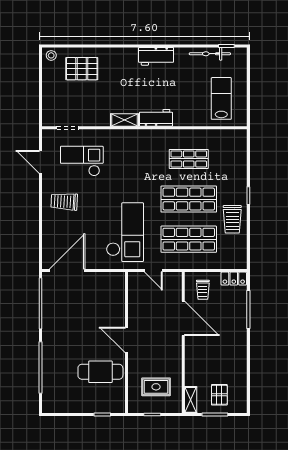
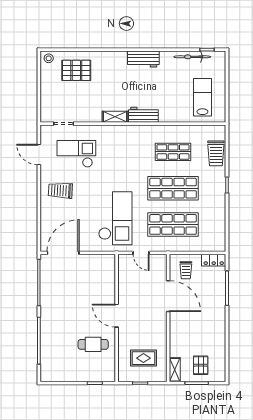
trolley: (232, 219) -> (216, 153), moved
cafe table: (100, 372) -> (93, 344), width x0.73, depth x0.74

